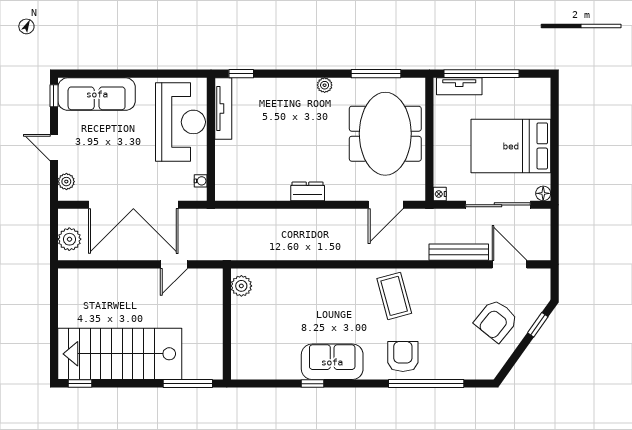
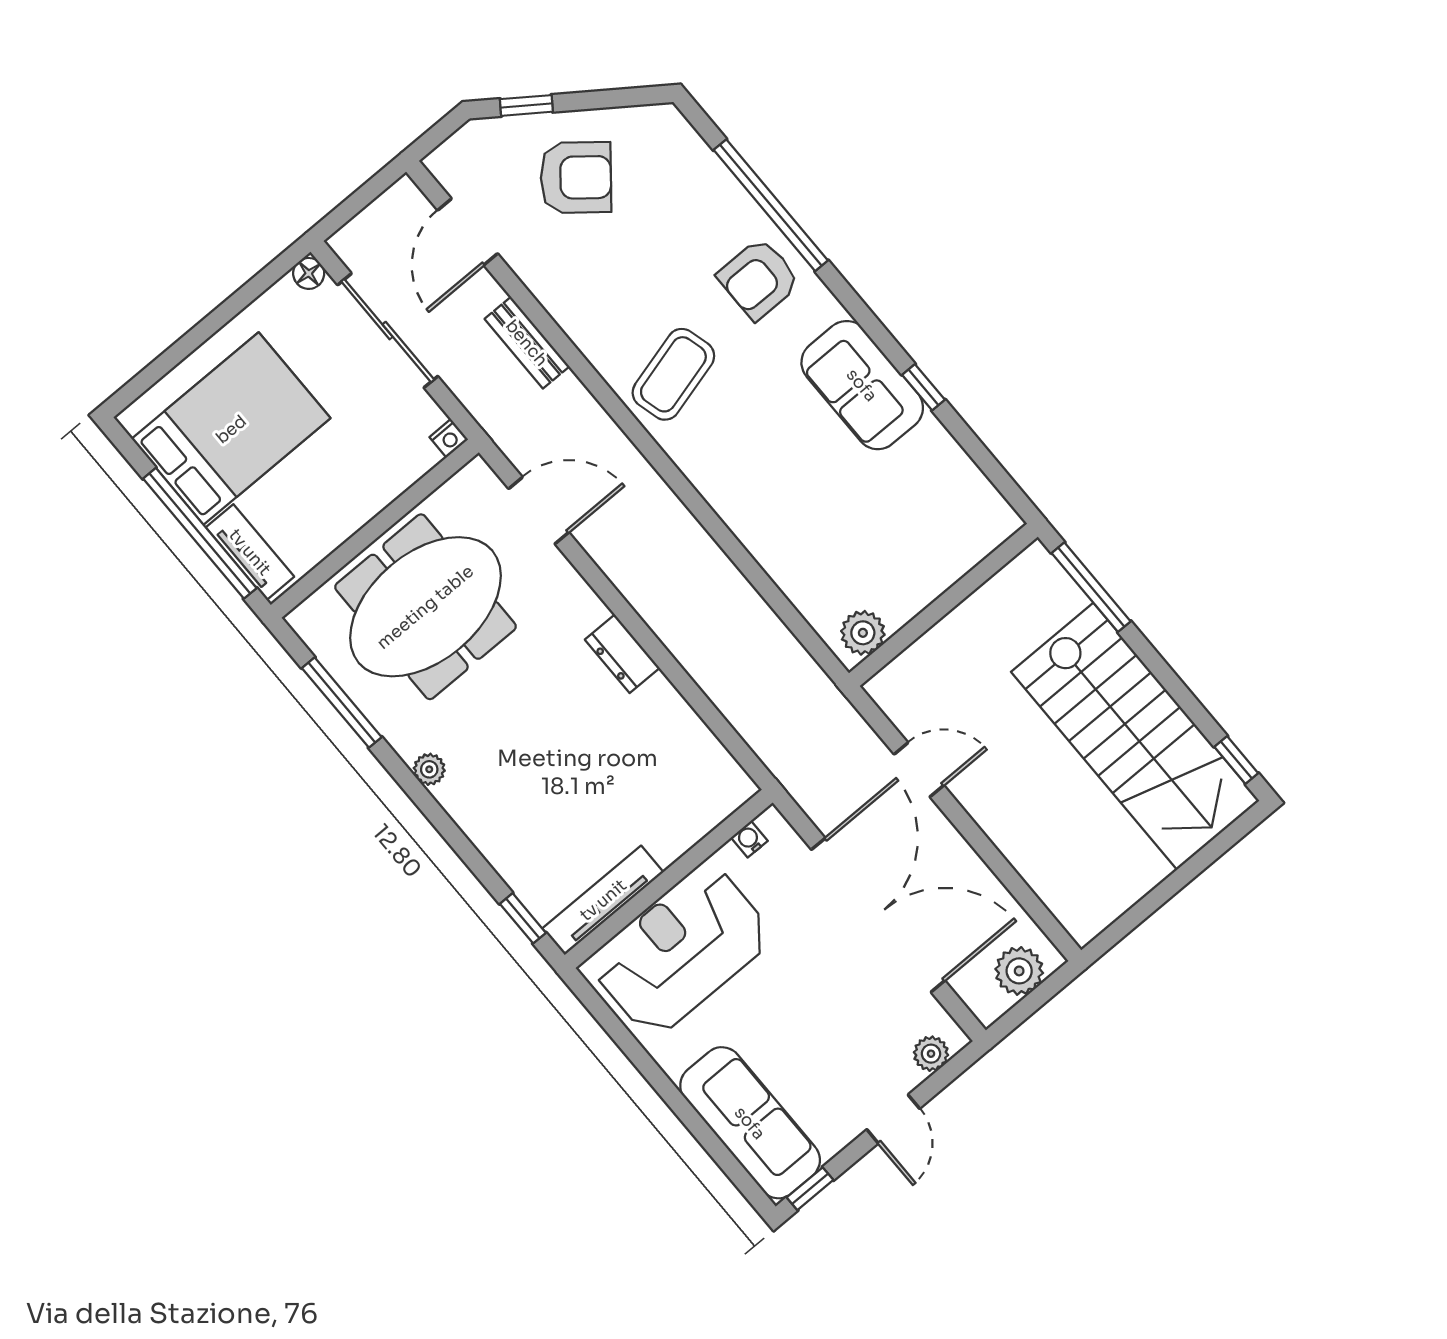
bed: (511, 146) -> (231, 429), moved, turned -90
bench: (459, 252) -> (527, 343), width x0.73

